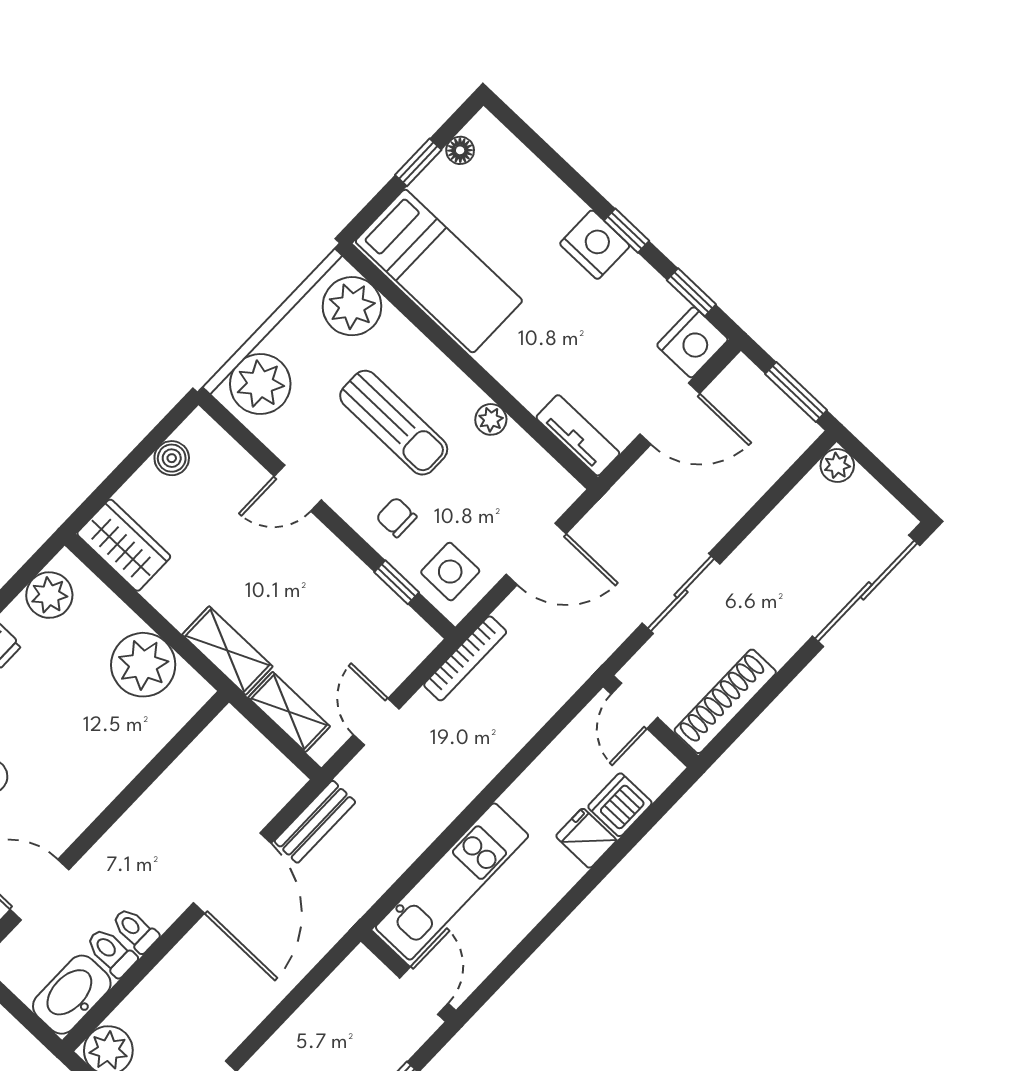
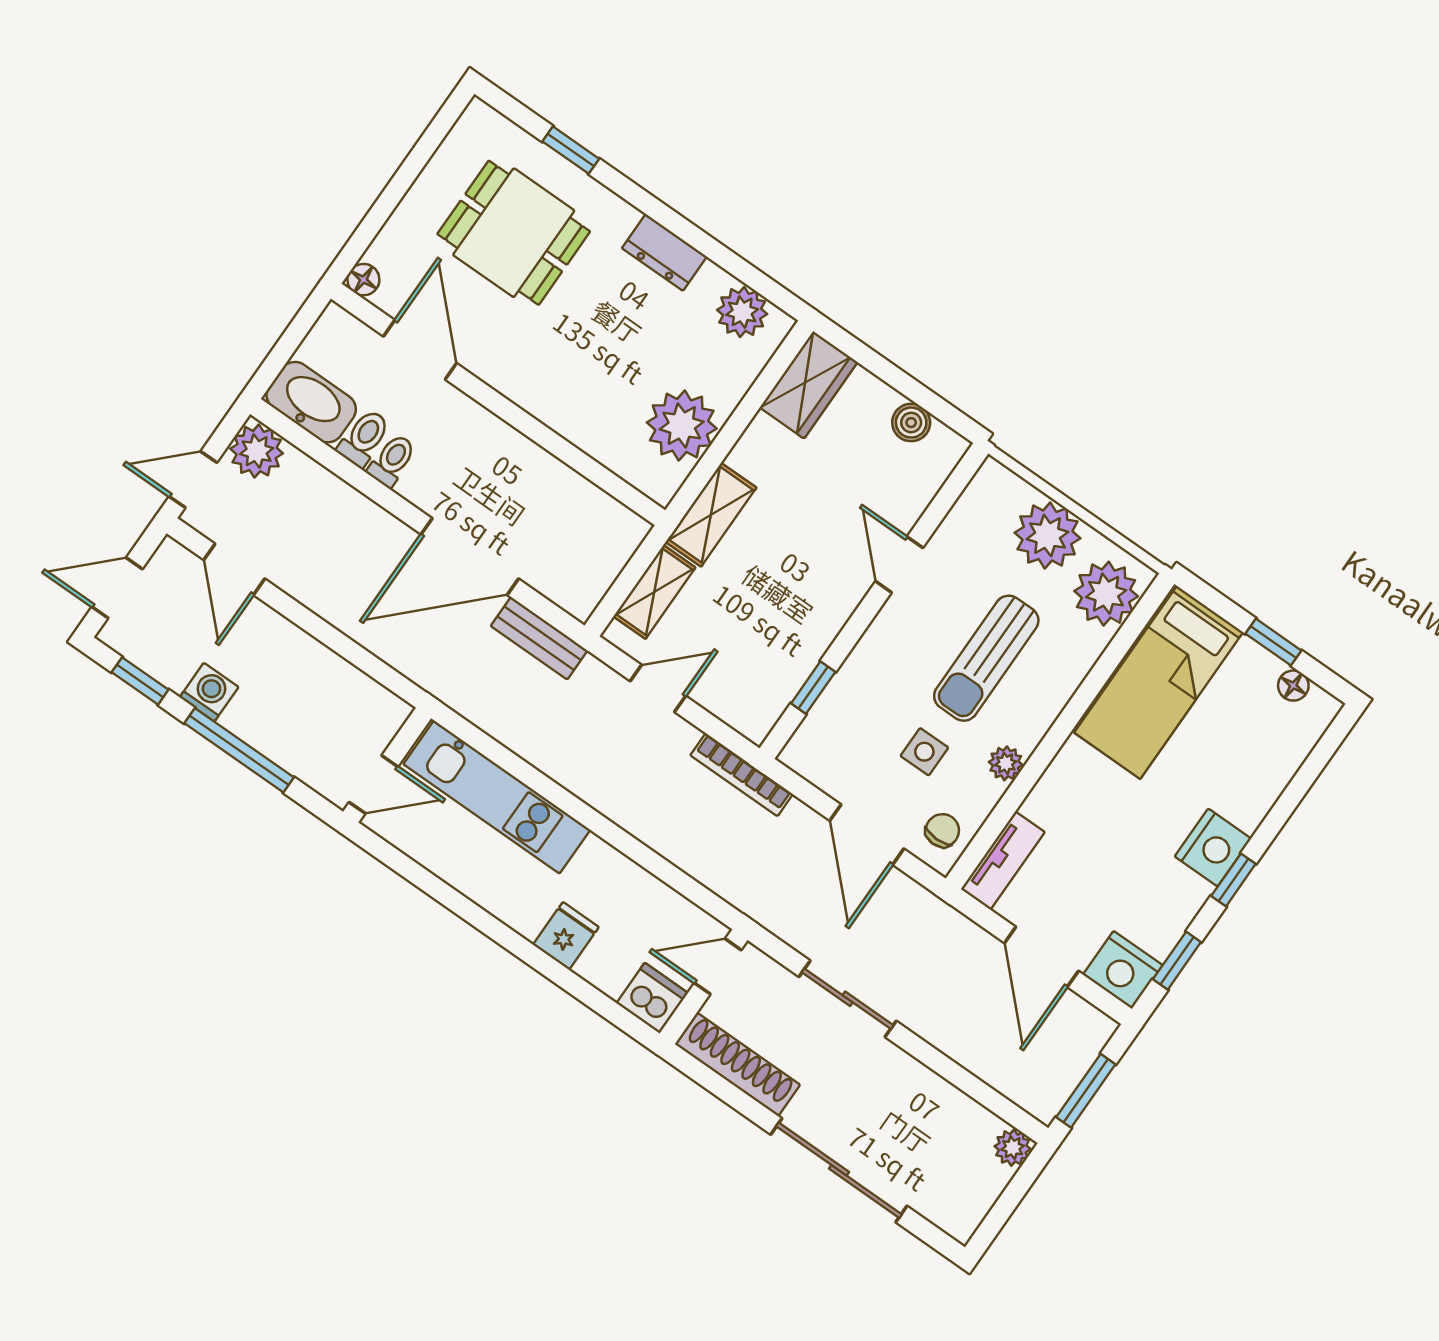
plant: (260, 384) -> (1047, 535), moved
chair: (396, 517) -> (942, 830), moved
side table: (450, 572) -> (924, 752), moved, width x0.73, depth x0.73
sliding door: (866, 591) -> (839, 1170), moved
dishwasher: (620, 805) -> (652, 998), moved

